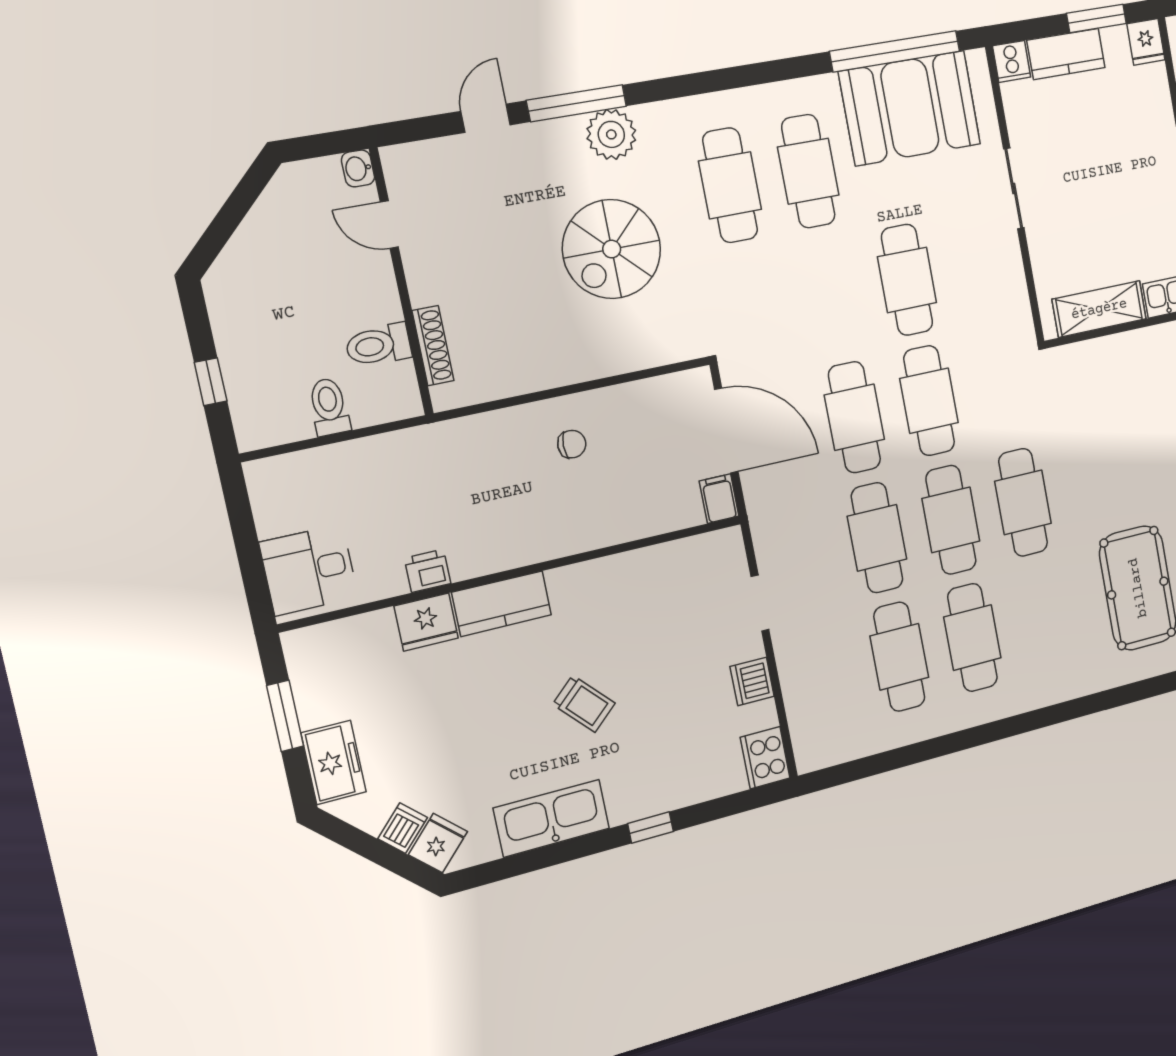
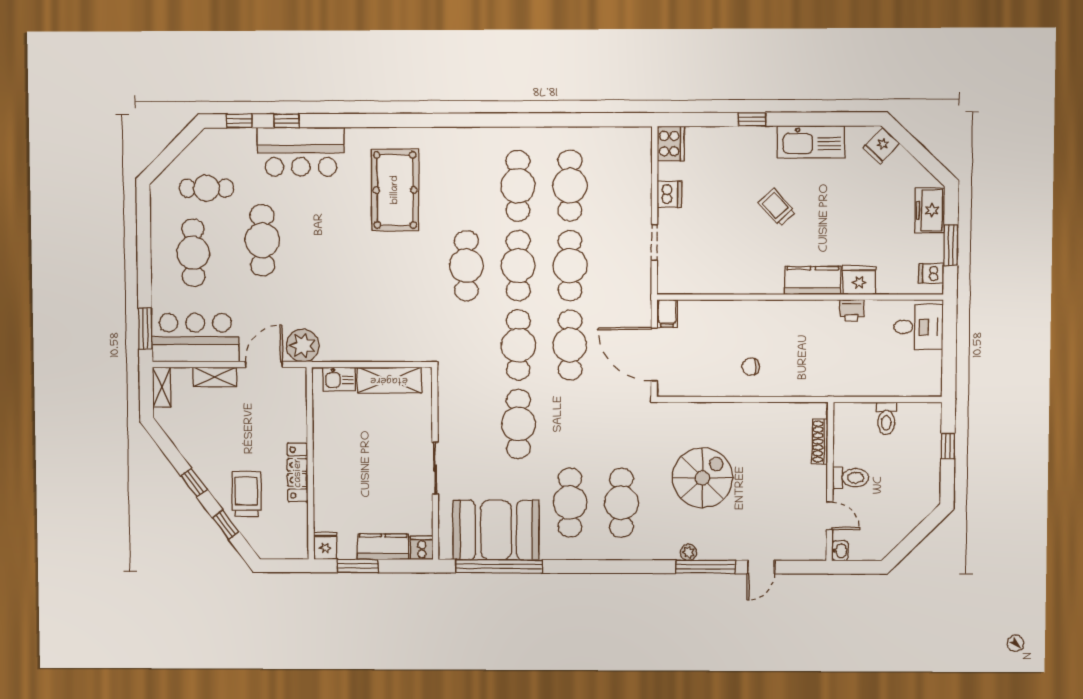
plant: (611, 134) -> (688, 552), width x0.53, depth x0.53
toilet: (378, 345) -> (851, 478), moved
dishwasher: (403, 828) -> (931, 273), moved, turned 47

